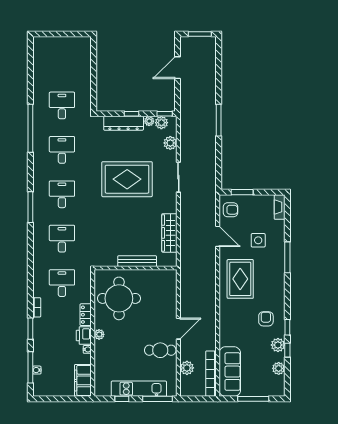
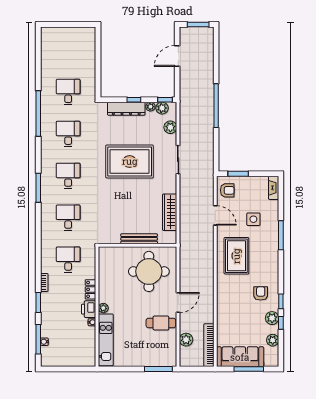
window: (219, 120) -> (216, 106), width x1.46
round table: (119, 298) -> (149, 271), moved
sofa: (230, 372) -> (240, 357), moved, turned -90
filing cabinet: (83, 380) -> (88, 352), removed
kitchen unit: (139, 389) -> (106, 340), moved, turned 90
window: (122, 399) -> (125, 369), removed

